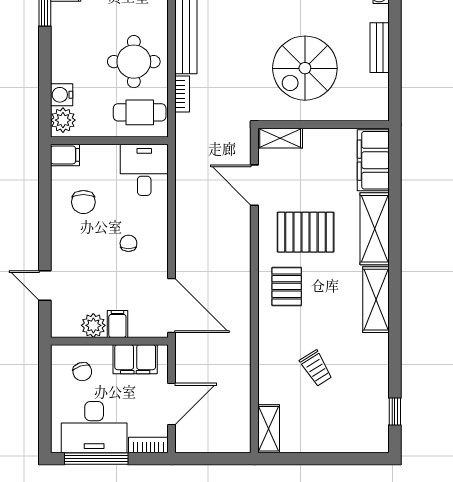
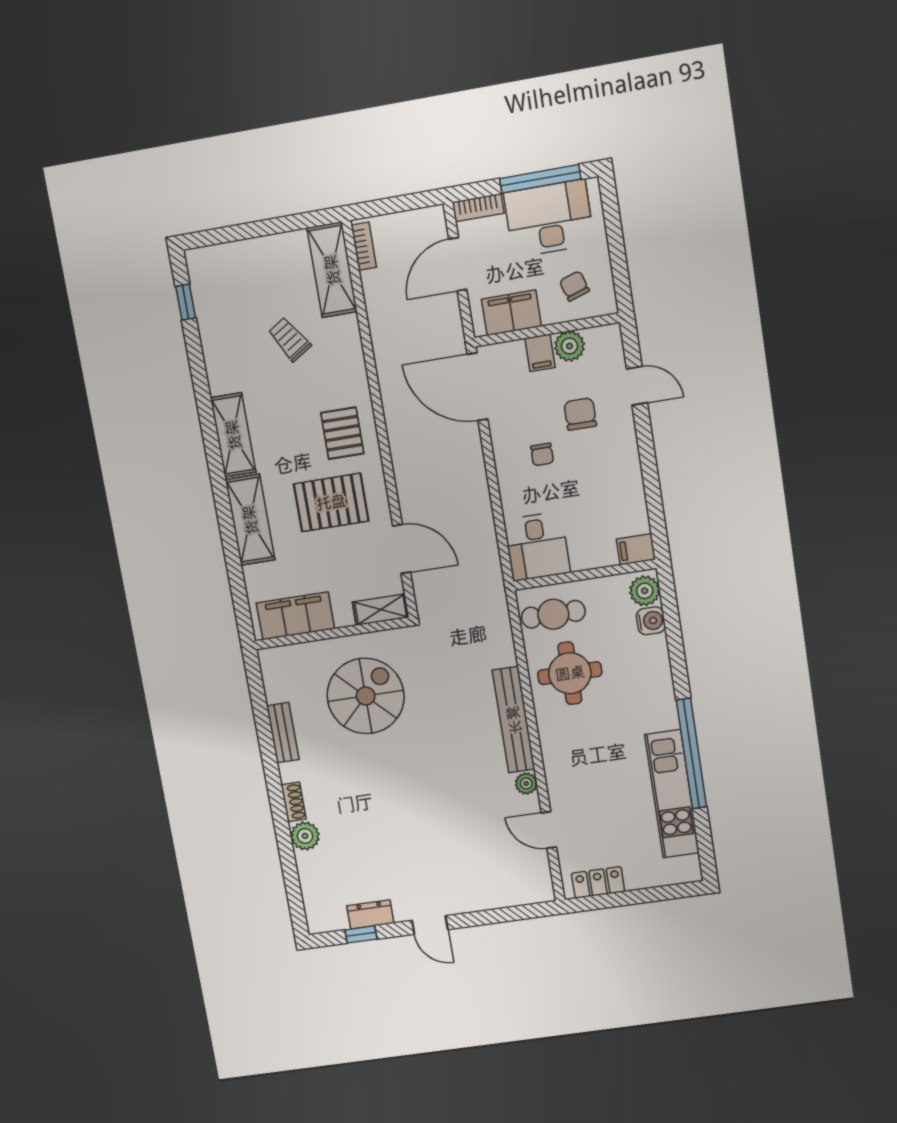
bookcase: (182, 94) -> (364, 246), moved, turned 180
filing cabinet: (373, 160) -> (295, 616), moved, turned -90
chair: (83, 202) -> (580, 414), moved
shelving: (269, 429) -> (332, 270), width x1.50, depth x1.33

